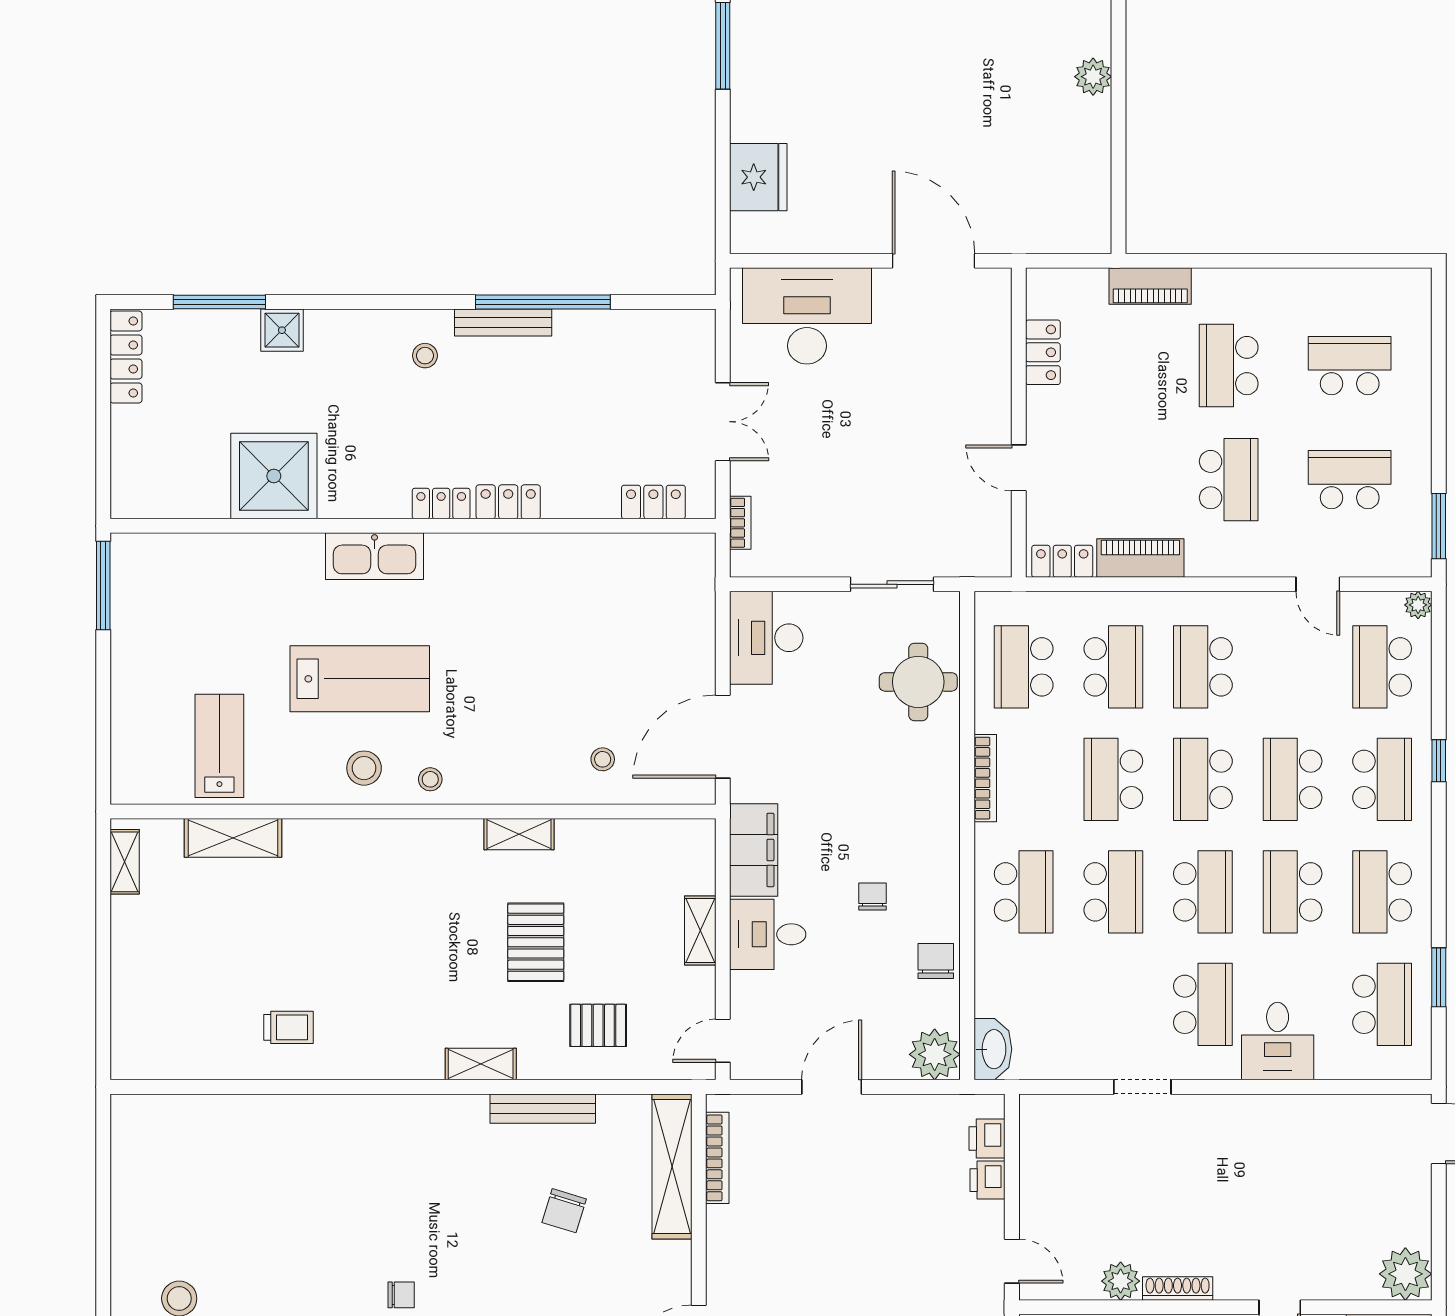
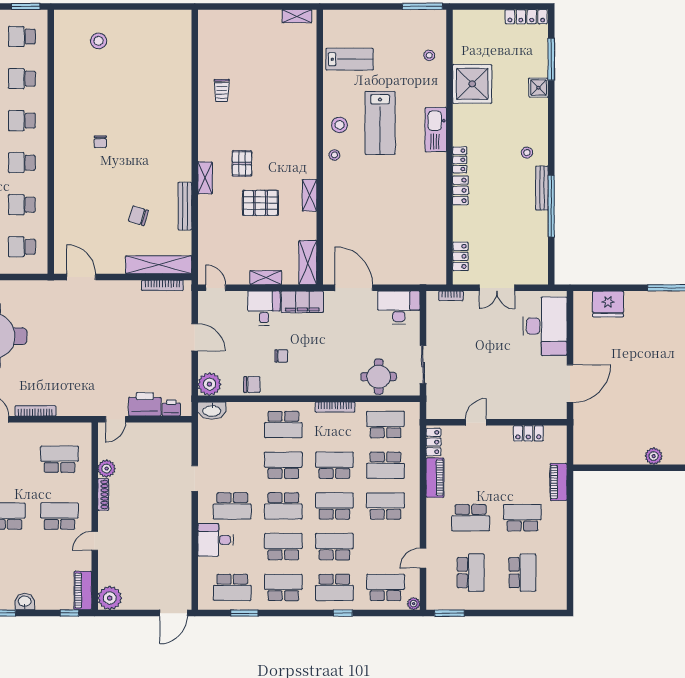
stool: (603, 759) -> (429, 55), moved
shelving: (233, 838) -> (308, 263), moved
school desk: (1113, 892) -> (283, 465), turned 180
pallet: (598, 1025) -> (242, 163), moved
printer: (988, 1180) -> (145, 404), width x1.87, depth x1.48

